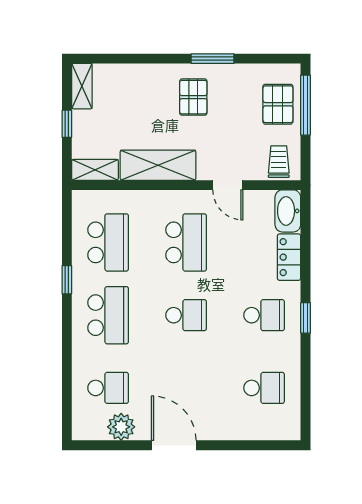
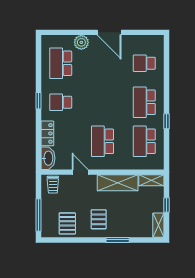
window: (213, 59) -> (118, 240), moved
pallet: (278, 104) -> (67, 223), moved
school desk: (186, 315) -> (102, 102), removed
school desk: (264, 388) -> (61, 63), width x1.85
plant: (121, 427) -> (81, 42), moved

